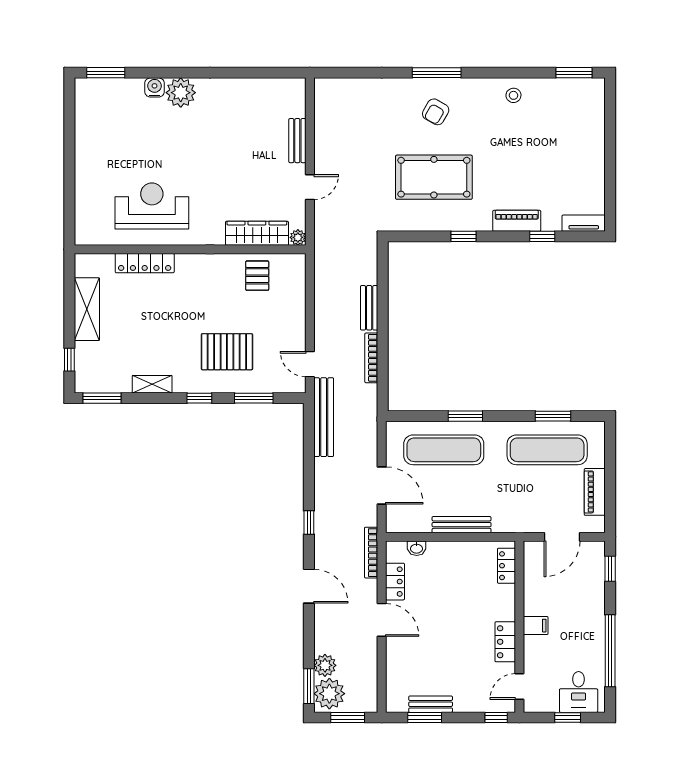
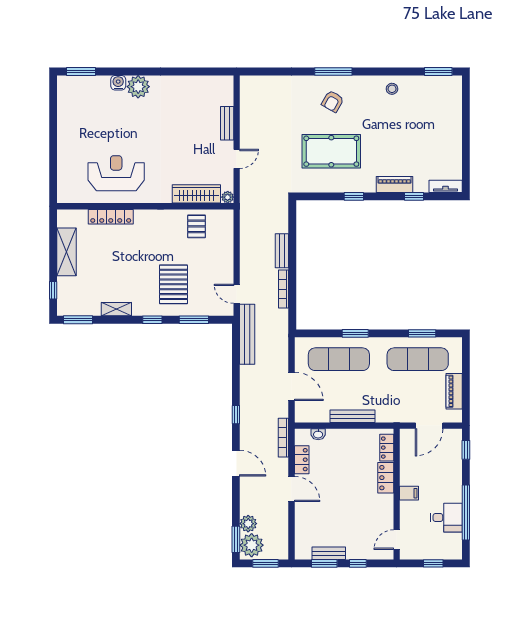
pallet: (227, 352) -> (173, 284), turned 90
locker: (505, 642) -> (386, 478), moved
desk: (579, 692) -> (446, 518), moved, turned -90
window: (496, 717) -> (358, 563), moved

